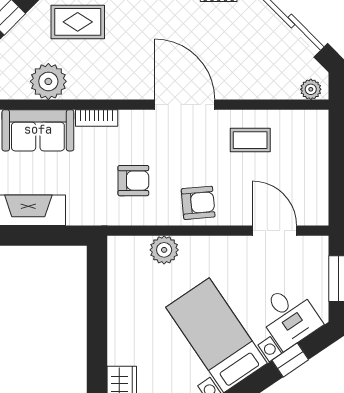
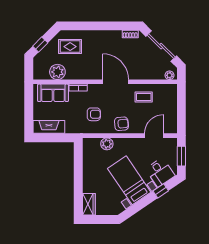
door: (275, 231) -> (154, 136), hinge flipped

